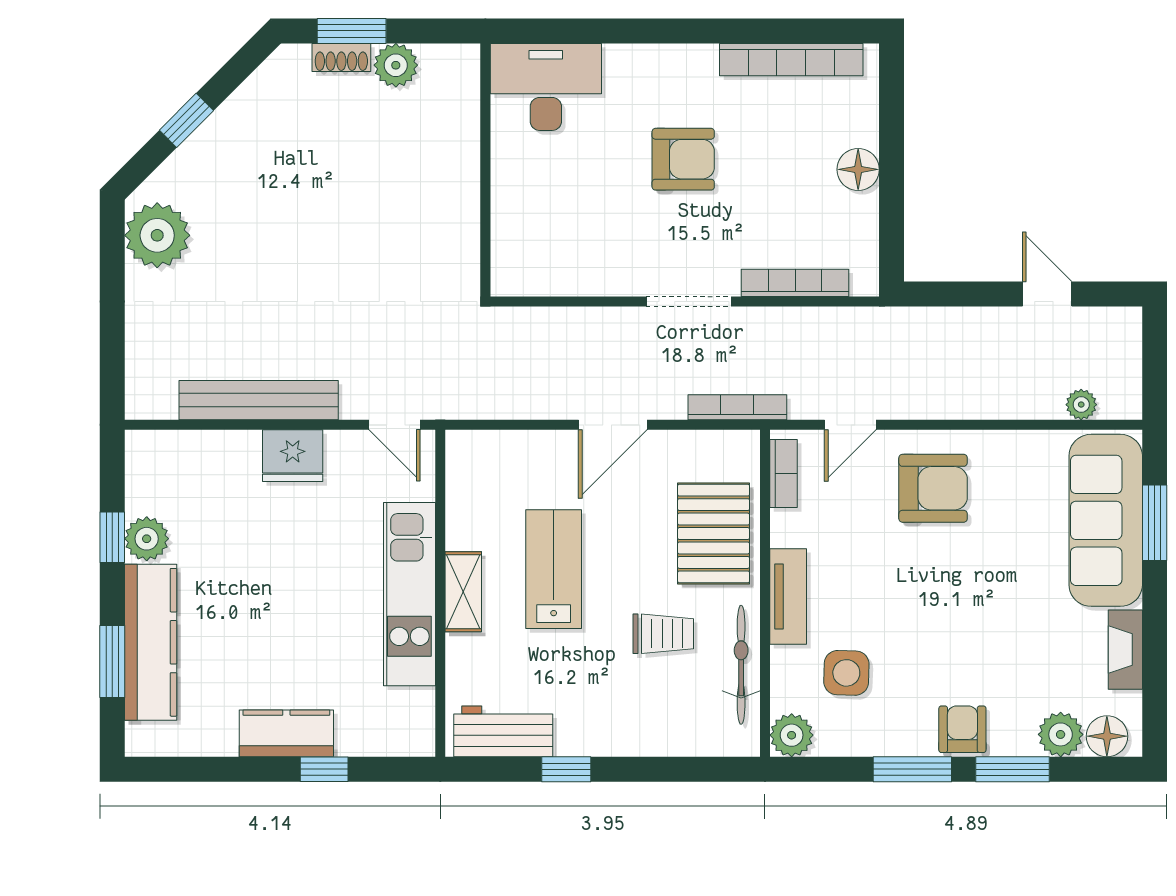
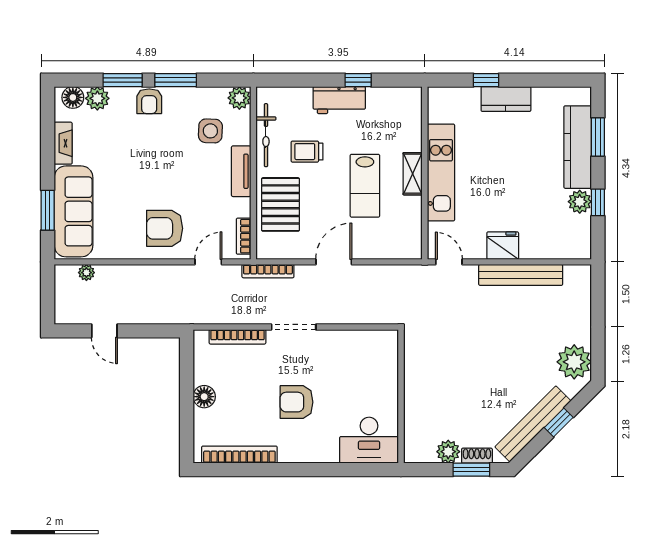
bench: (235, 118) -> (533, 424), added
workbench: (503, 731) -> (339, 100), moved

